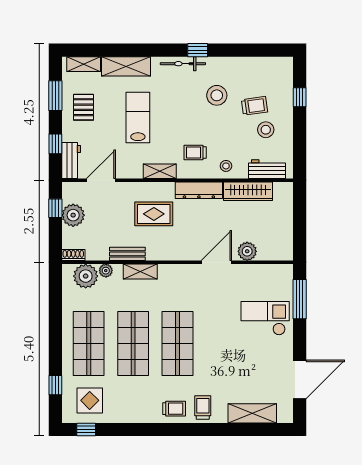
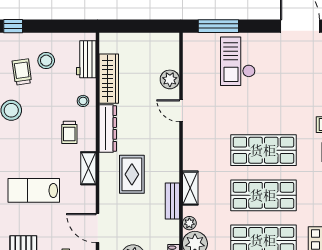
door: (216, 262) -> (181, 111), width x0.73

